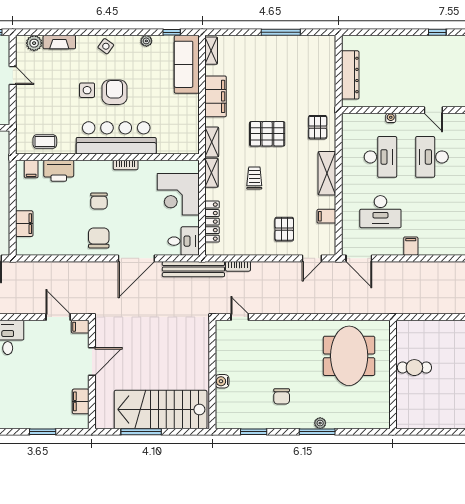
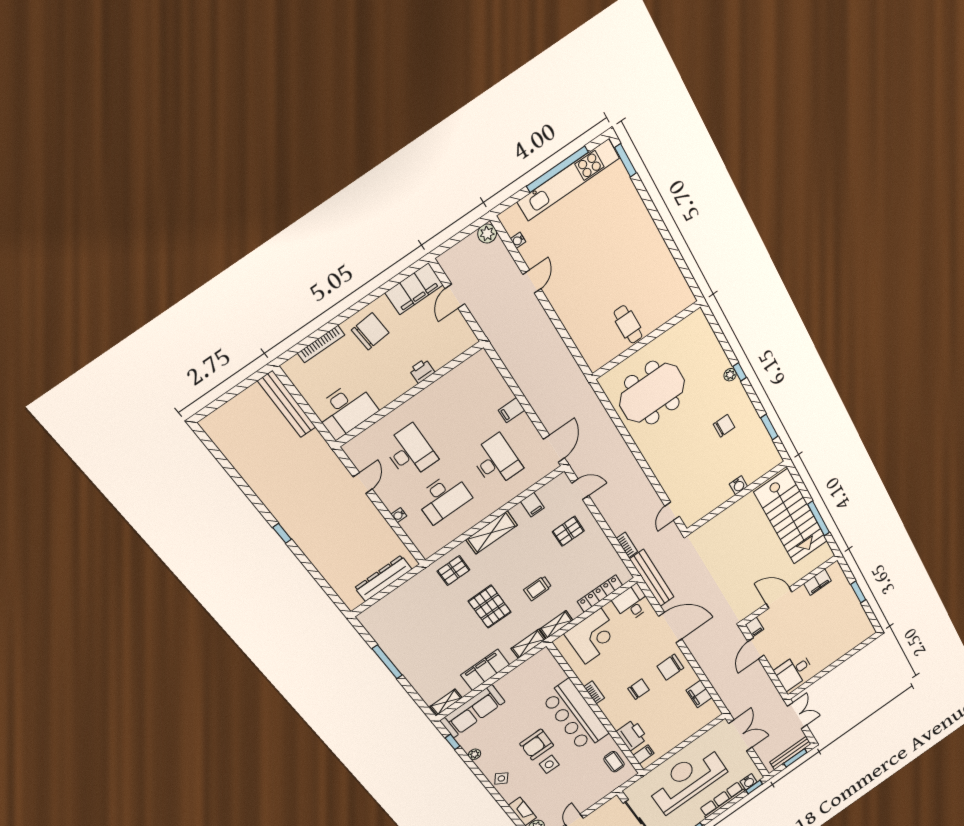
desk: (380, 157) -> (443, 498), turned 180
desk: (432, 157) -> (410, 452), turned -90
filing cabinet: (24, 224) -> (699, 694), moved, turned -90
window: (317, 432) -> (740, 372), width x0.46

